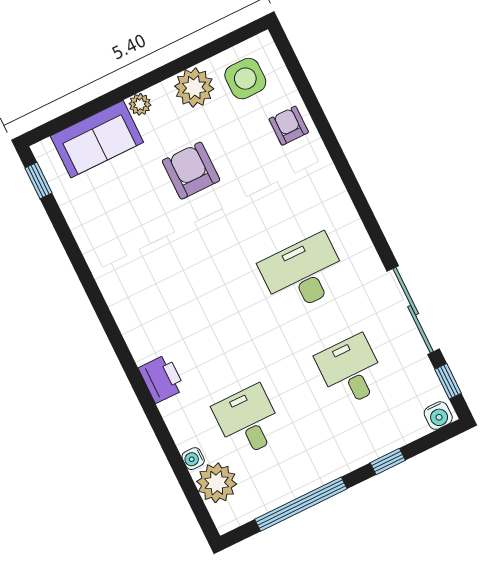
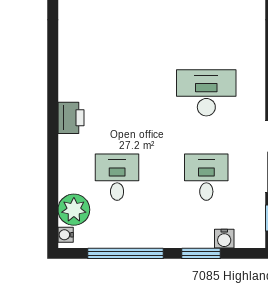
water cooler: (438, 416) -> (224, 239), moved
water cooler: (193, 459) -> (66, 235), moved
window: (388, 461) -> (201, 253), width x1.50

